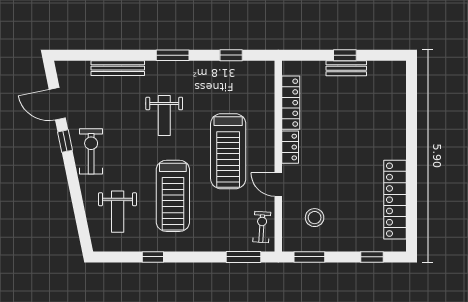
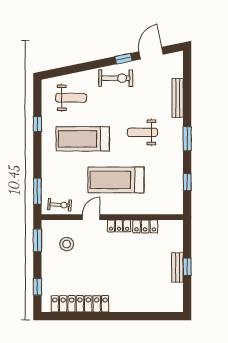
locker: (291, 103) -> (145, 226), width x0.66
weight bench: (118, 212) -> (71, 98), turned 180

